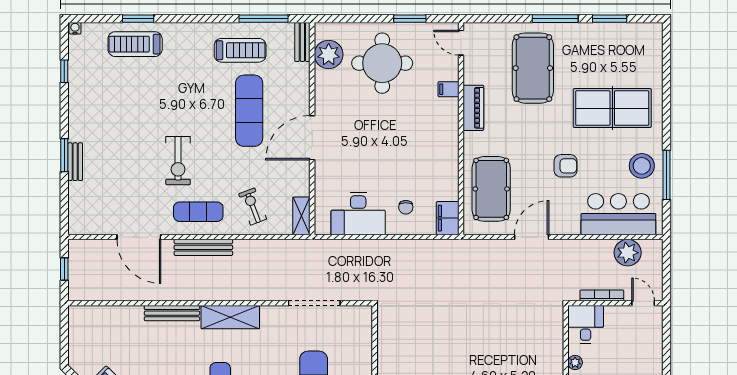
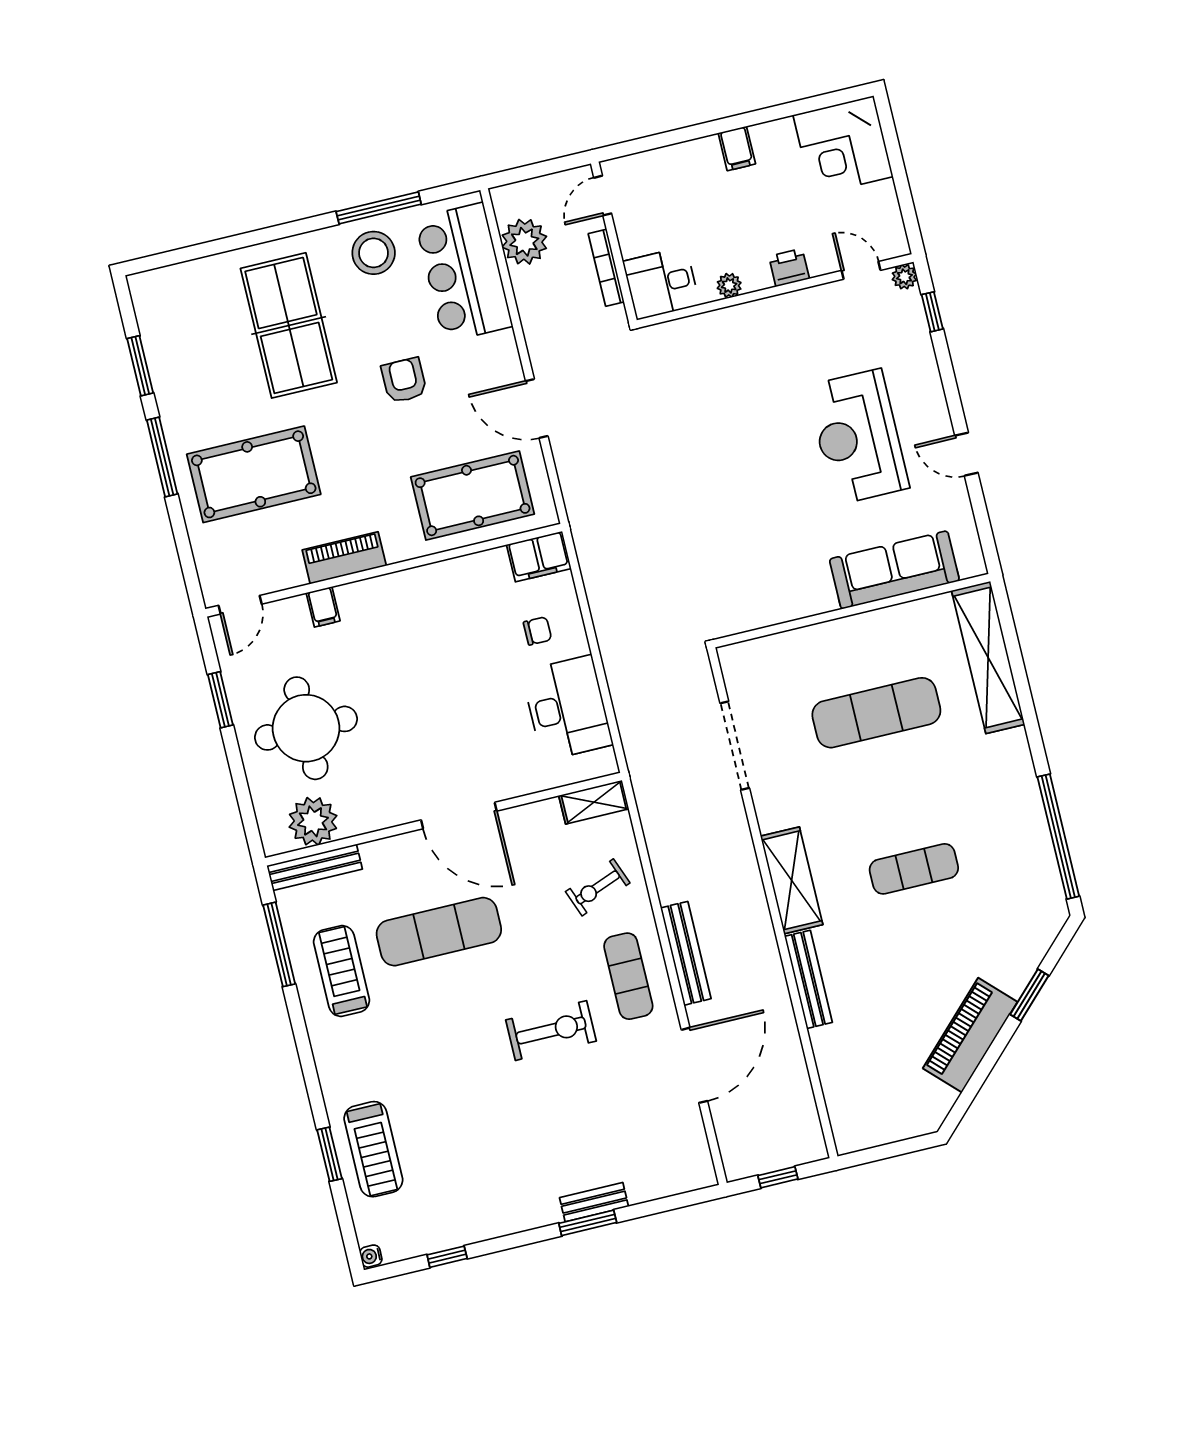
bench: (302, 42) -> (315, 867), width x1.36

